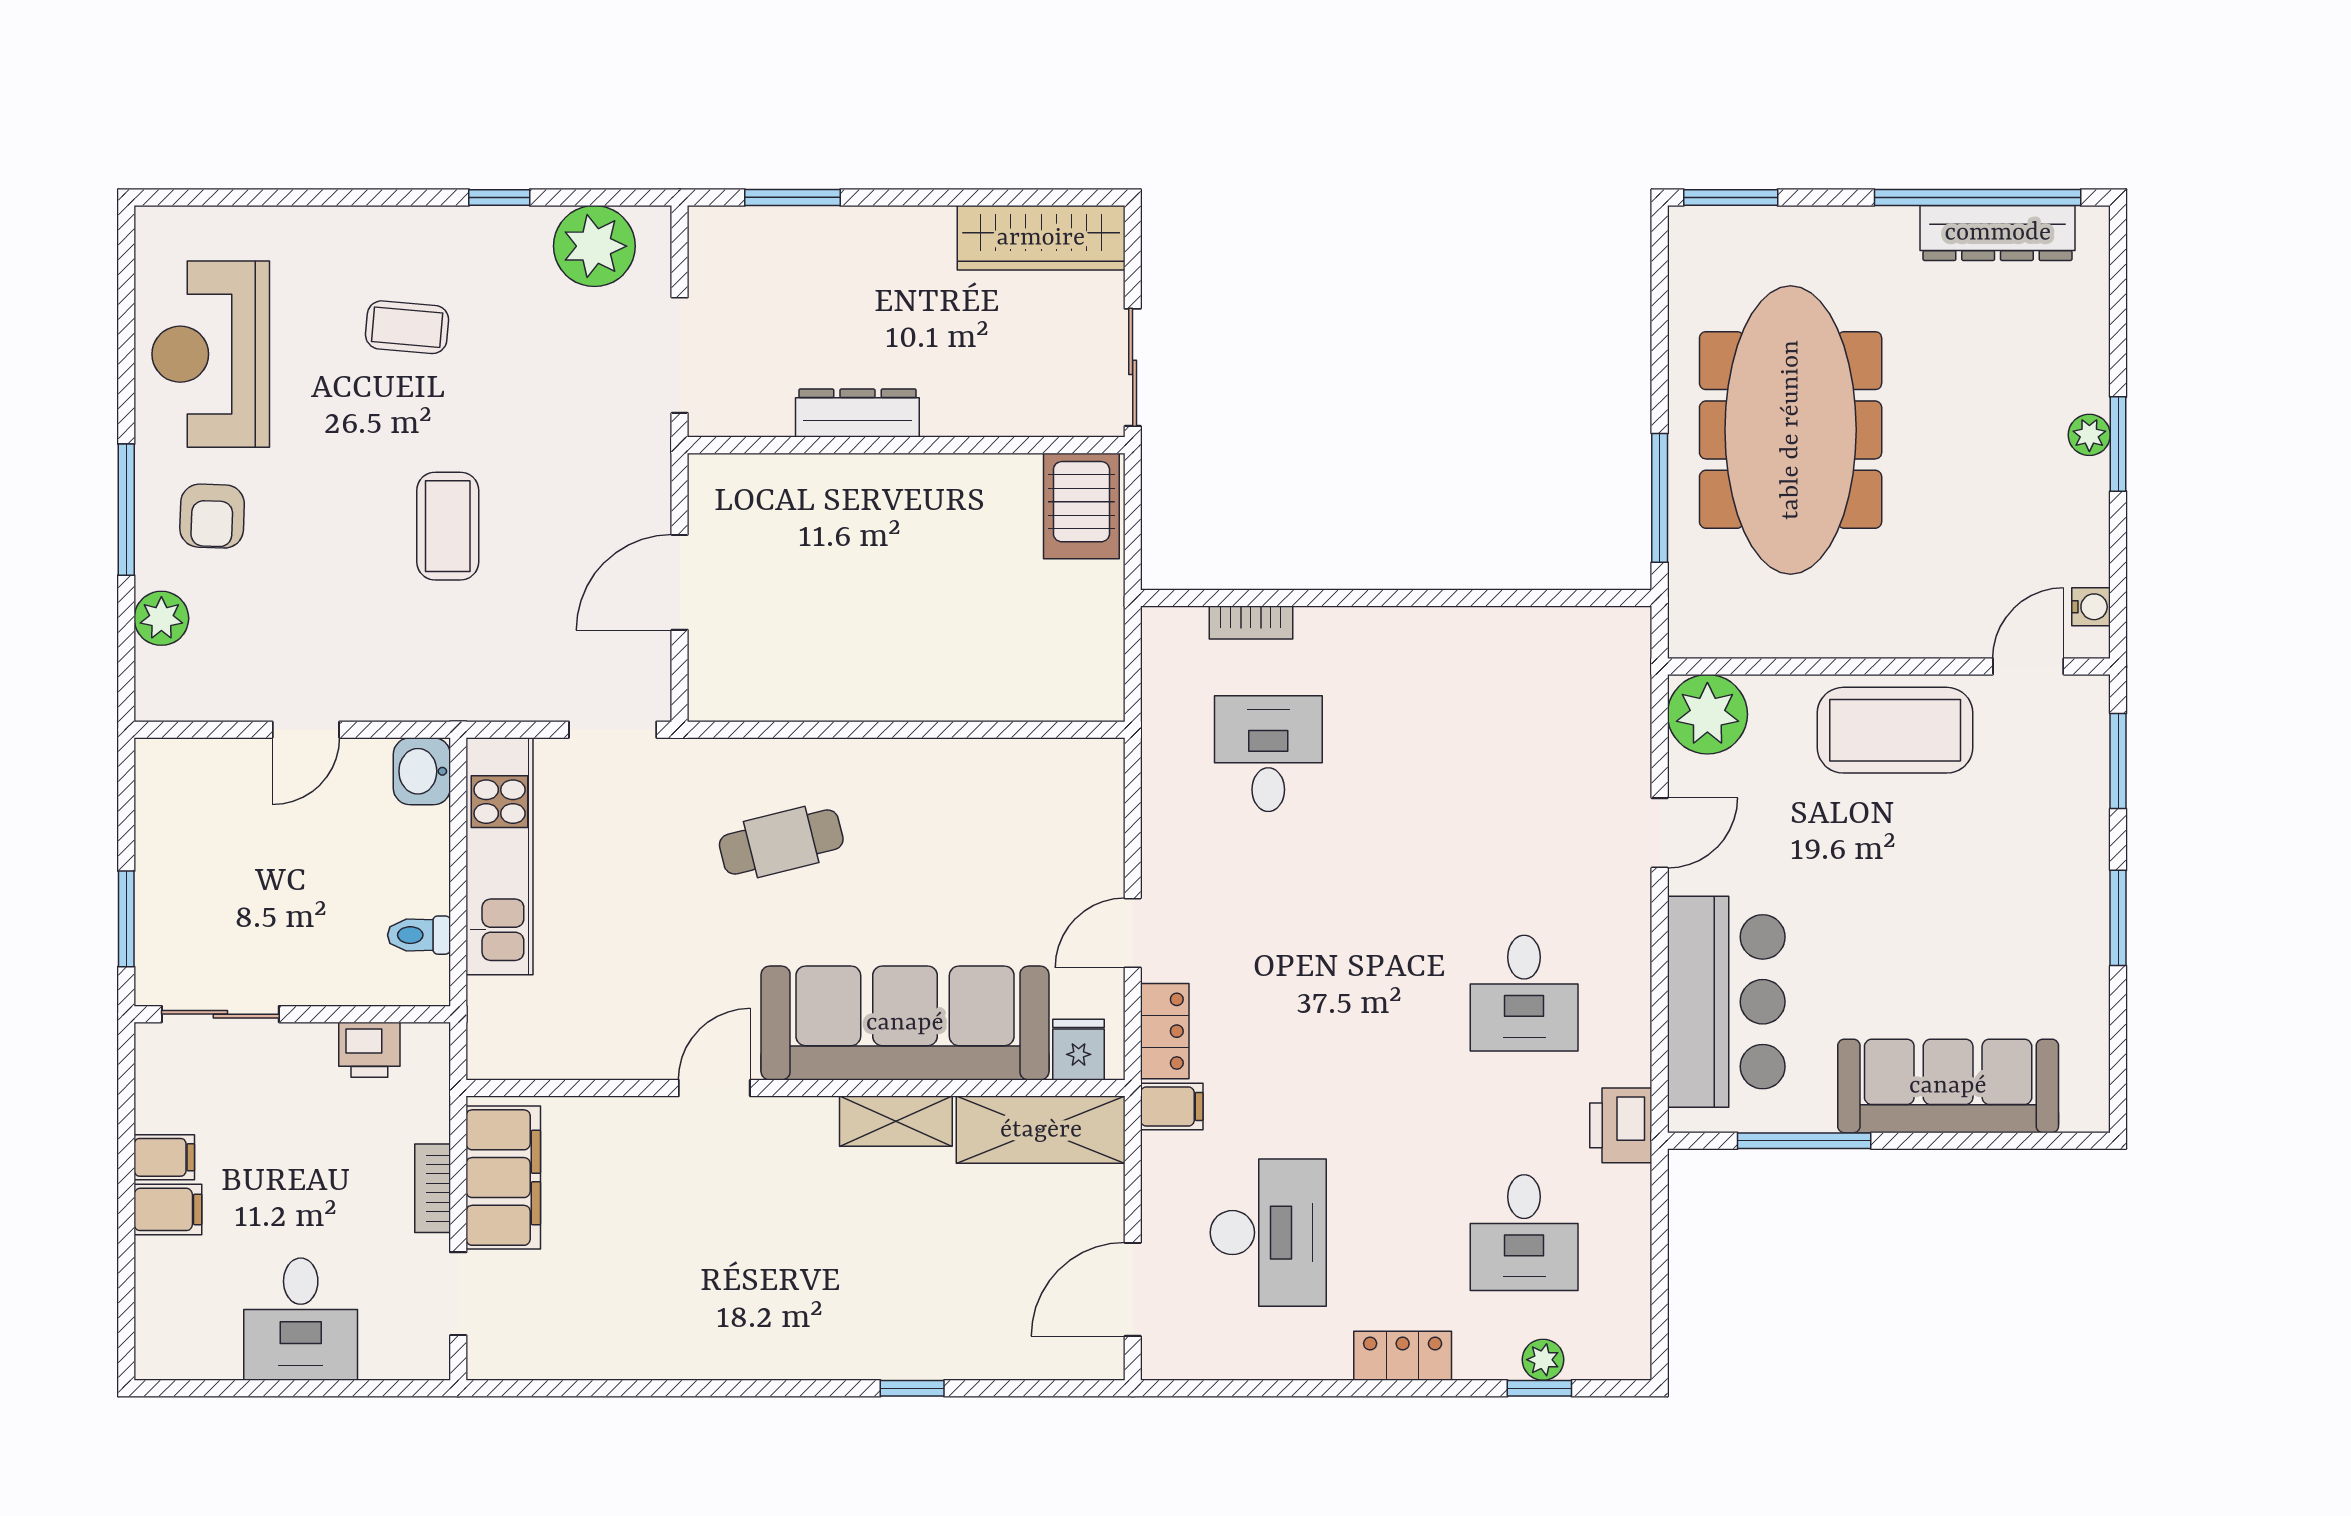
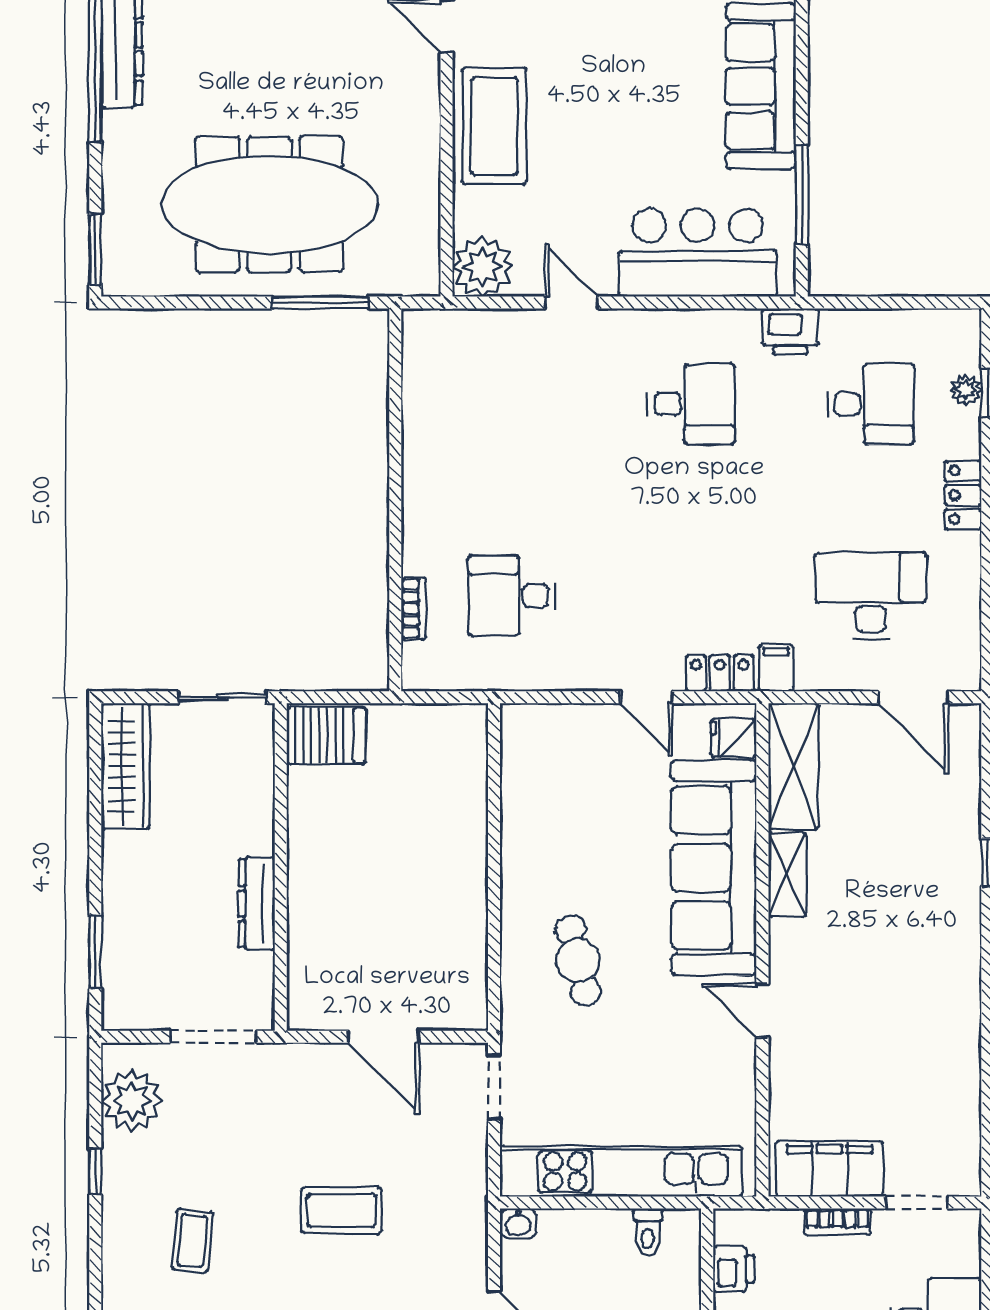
washbasin: (422, 771) -> (518, 1223), width x0.72, depth x0.69
kitchen unit: (500, 856) -> (621, 1172), width x1.36

